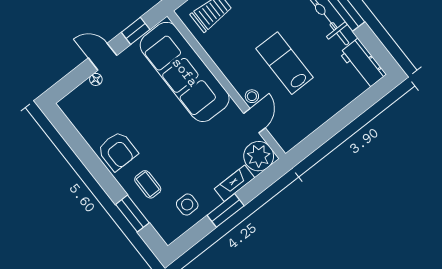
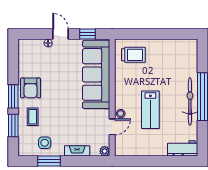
lab bench: (285, 63) -> (150, 110), turned 180
workbench: (363, 64) -> (183, 148), moved, turned 90
plant: (259, 156) -> (105, 151), width x0.53, depth x0.53
window: (104, 178) -> (13, 96), added
window: (226, 210) -> (49, 161), moved

